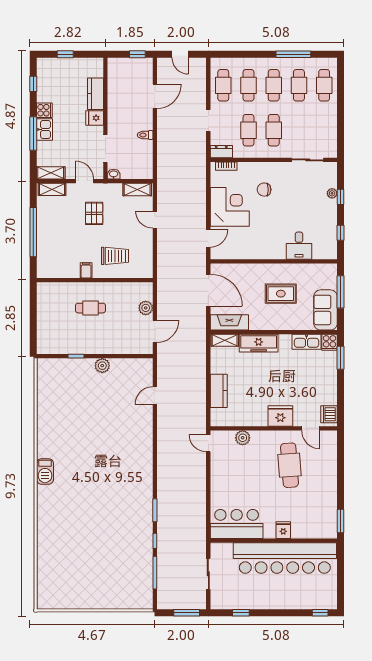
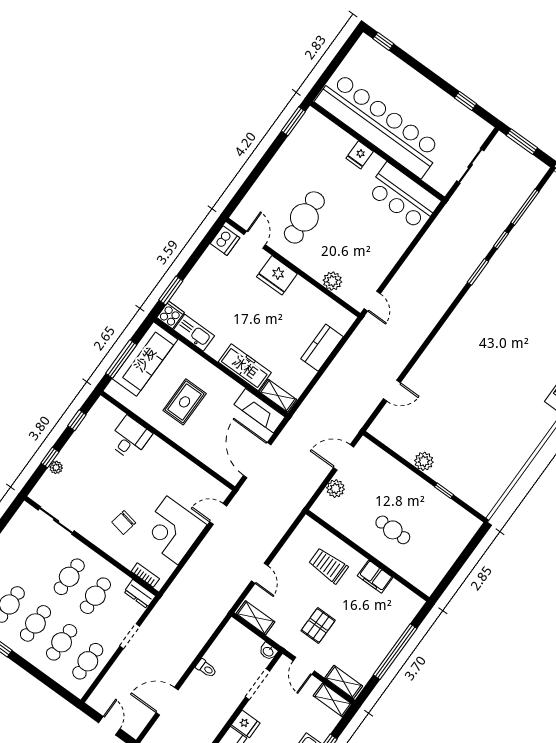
chair: (264, 190) -> (124, 522), turned 101
filing cabinet: (86, 270) -> (375, 577), width x2.00
rug: (281, 294) -> (185, 402), turned 90
sofa: (325, 310) -> (145, 359), width x1.36

